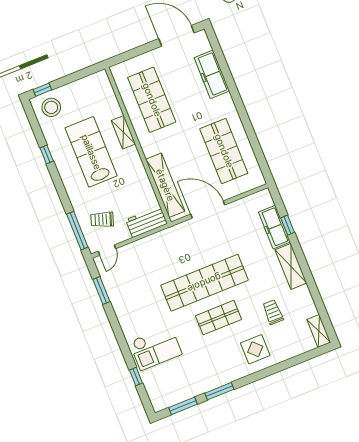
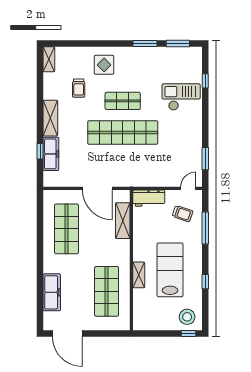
lab bench: (91, 152) -> (170, 270), turned 180
shelving: (165, 185) -> (123, 221), width x0.68
window: (77, 231) -> (205, 228), moved

